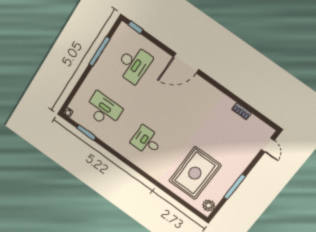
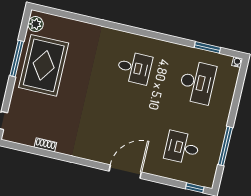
desk: (134, 64) -> (182, 148), width x0.73
desk: (103, 110) -> (197, 82), turned -90
rug: (195, 173) -> (44, 65), moved

